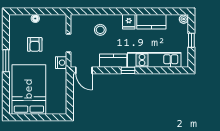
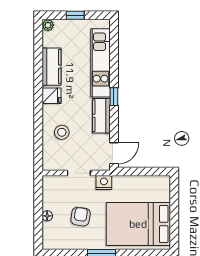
armchair: (35, 44) -> (81, 217), turned -81

